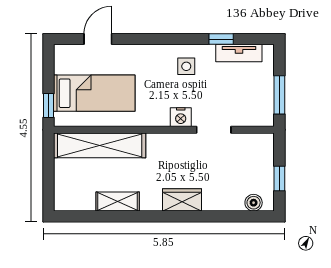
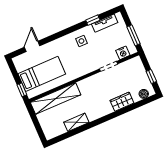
nightstand: (181, 117) -> (123, 53), moved
wardrobe: (182, 200) -> (122, 102), moved

